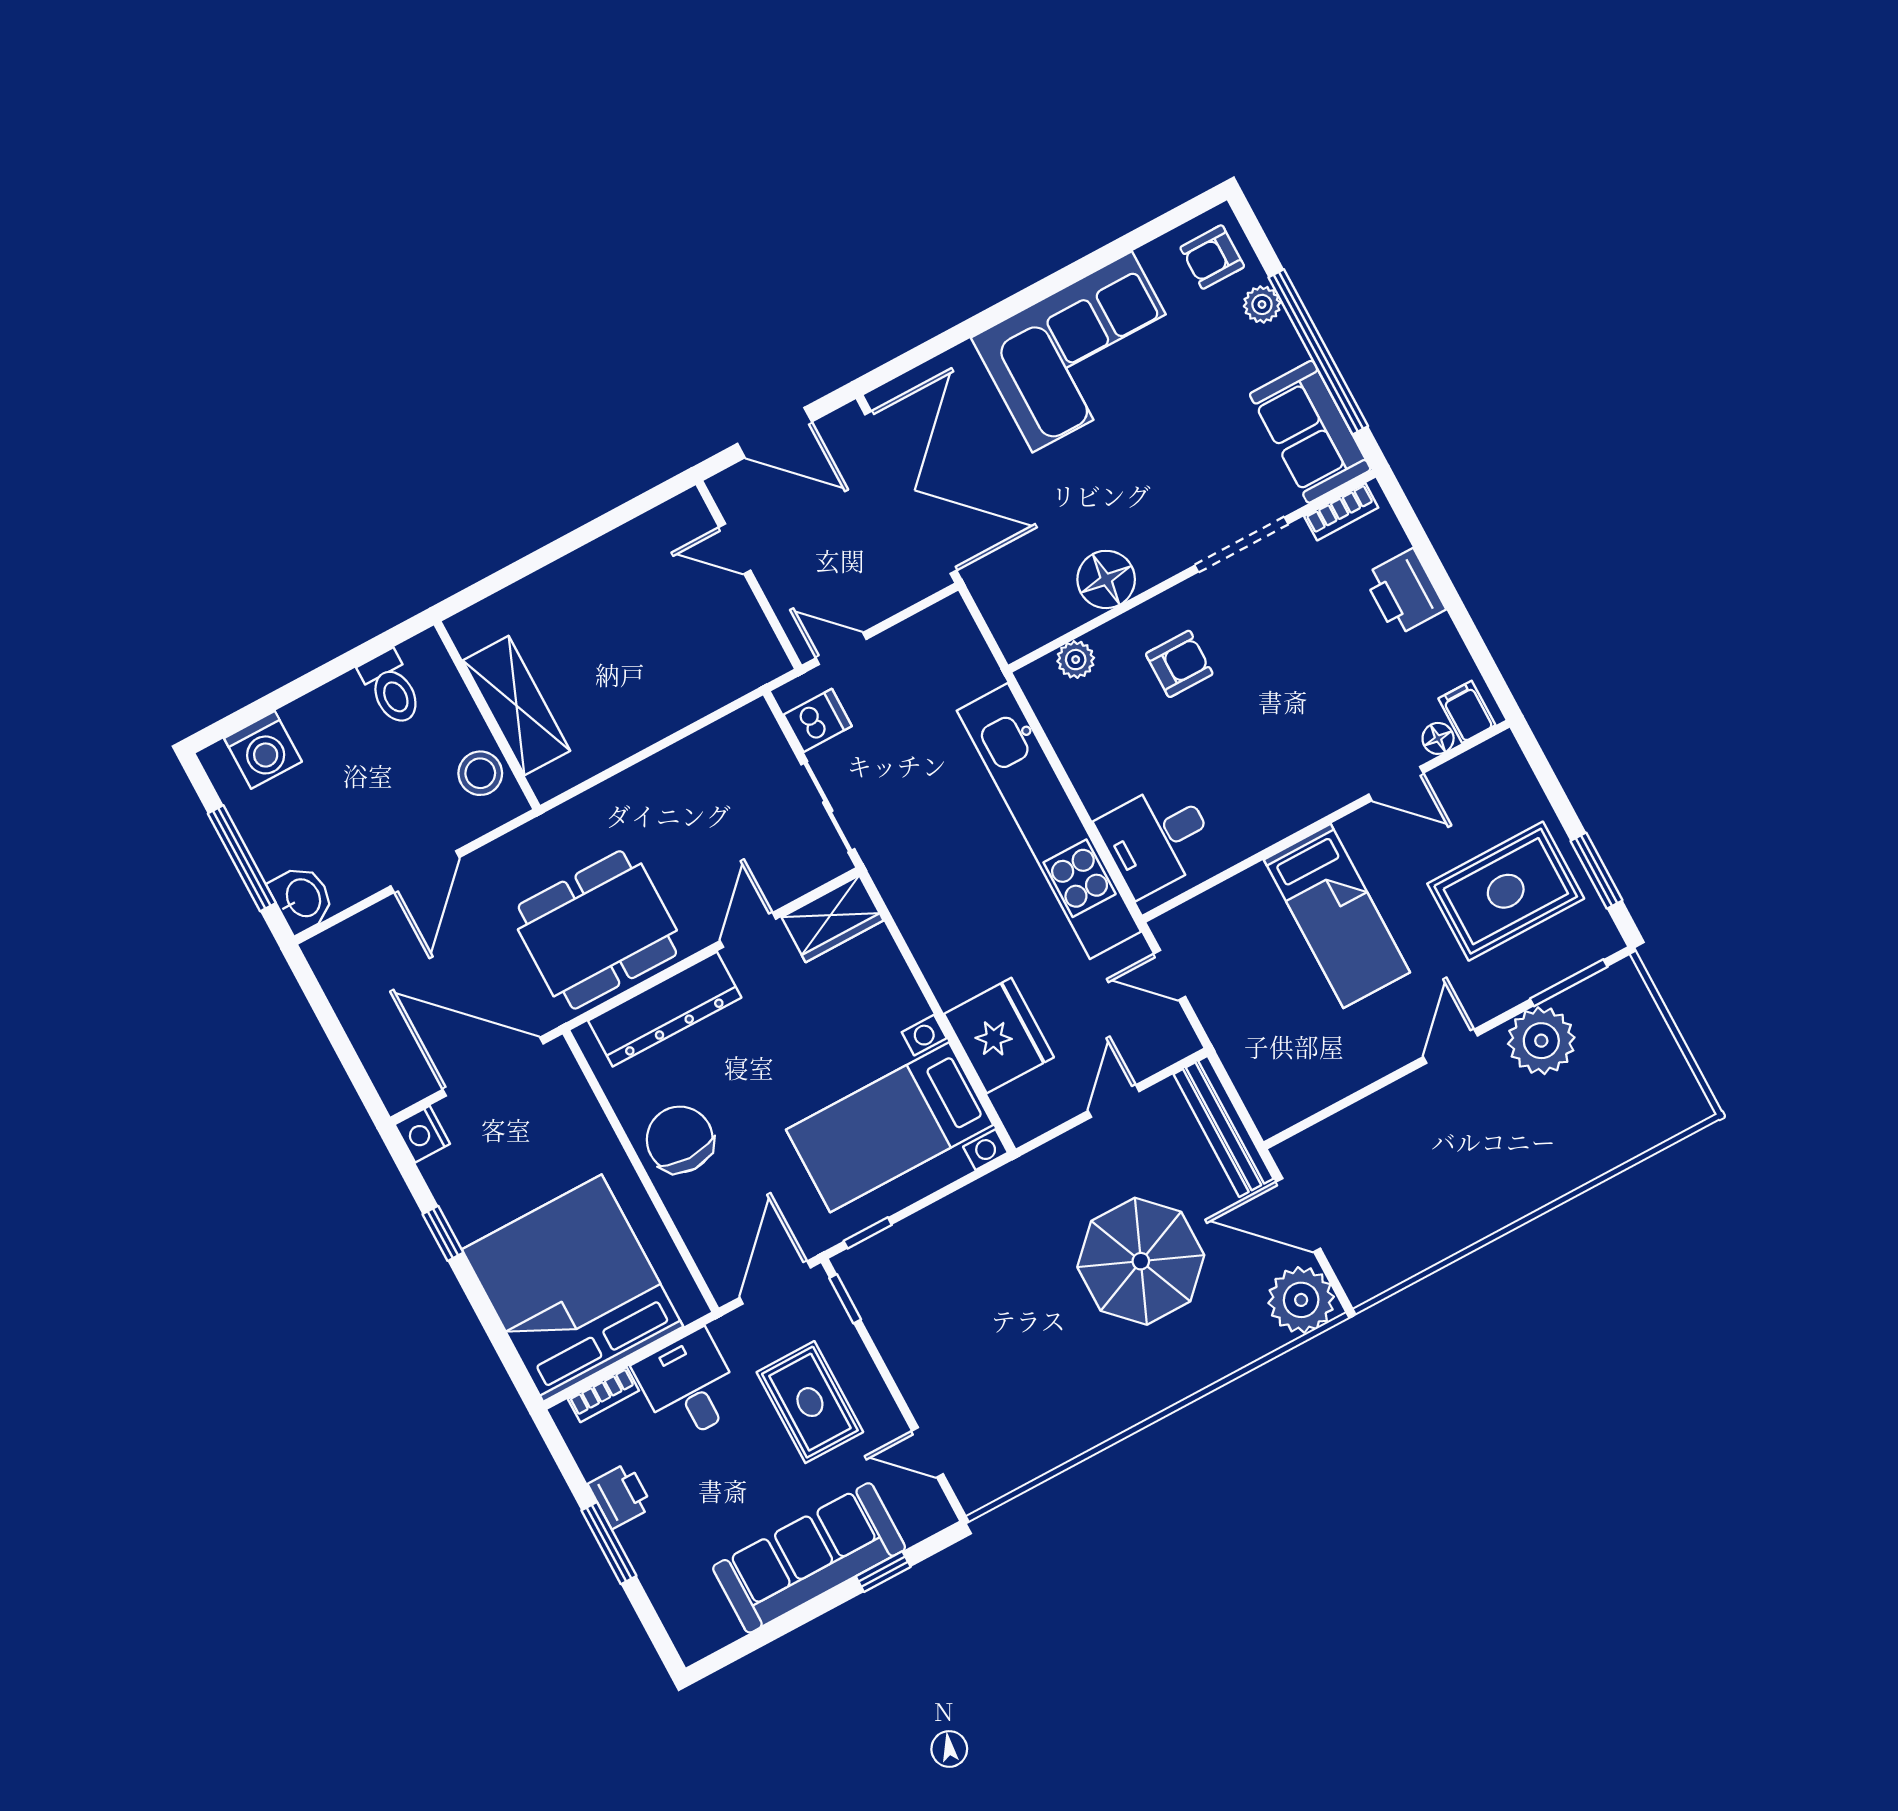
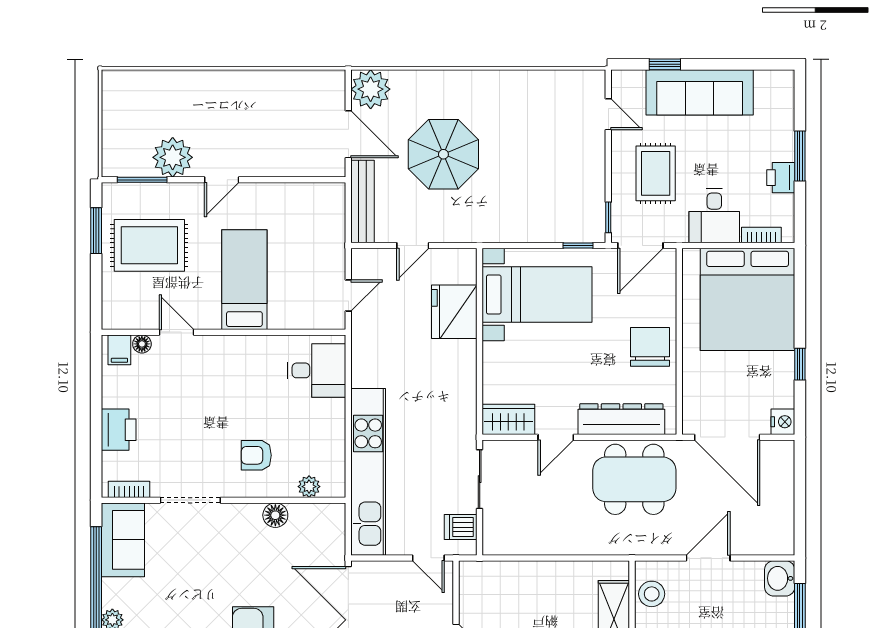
floor lamp: (1106, 579) -> (275, 515), width x0.73, depth x0.73
kitchen unit: (1049, 821) -> (368, 472), moved
door: (1170, 975) -> (348, 296), hinge flipped
chair: (680, 1140) -> (650, 347), turned 180

